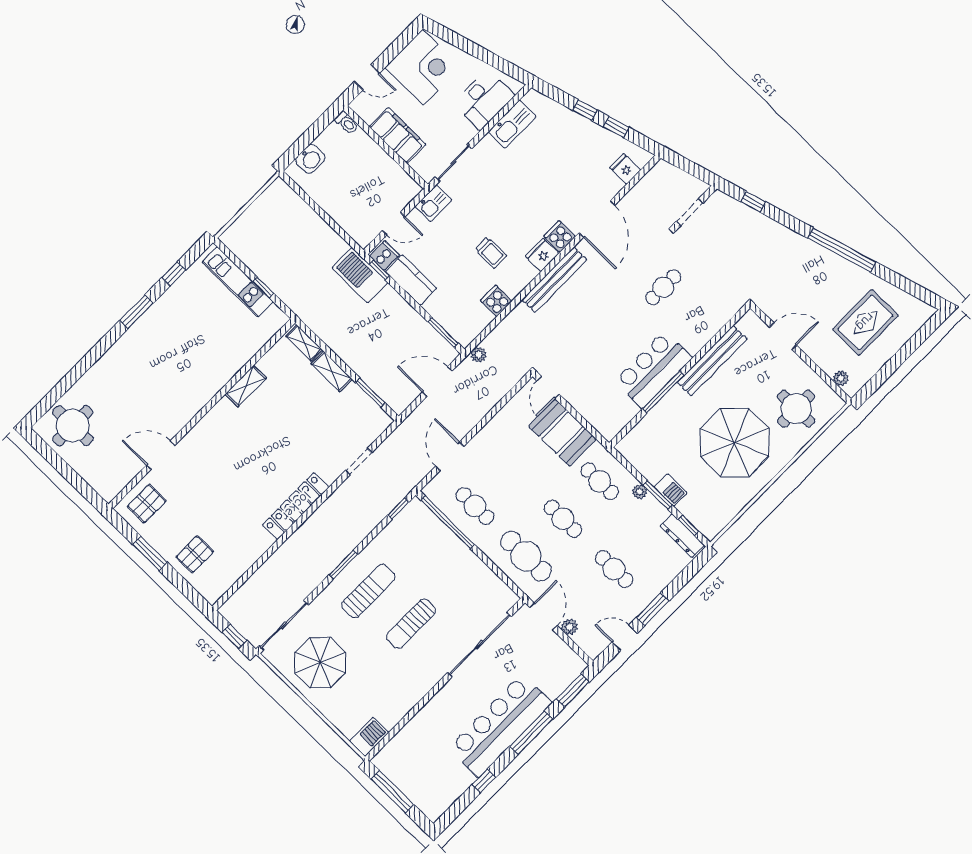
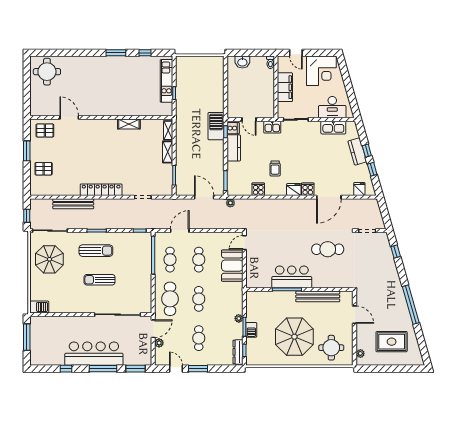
kitchen counter: (574, 124) -> (357, 151), added
bench: (554, 280) -> (73, 204), moved
cafe table: (663, 287) -> (328, 249), width x1.37, depth x1.35
cafe table: (600, 481) -> (199, 260), moved

